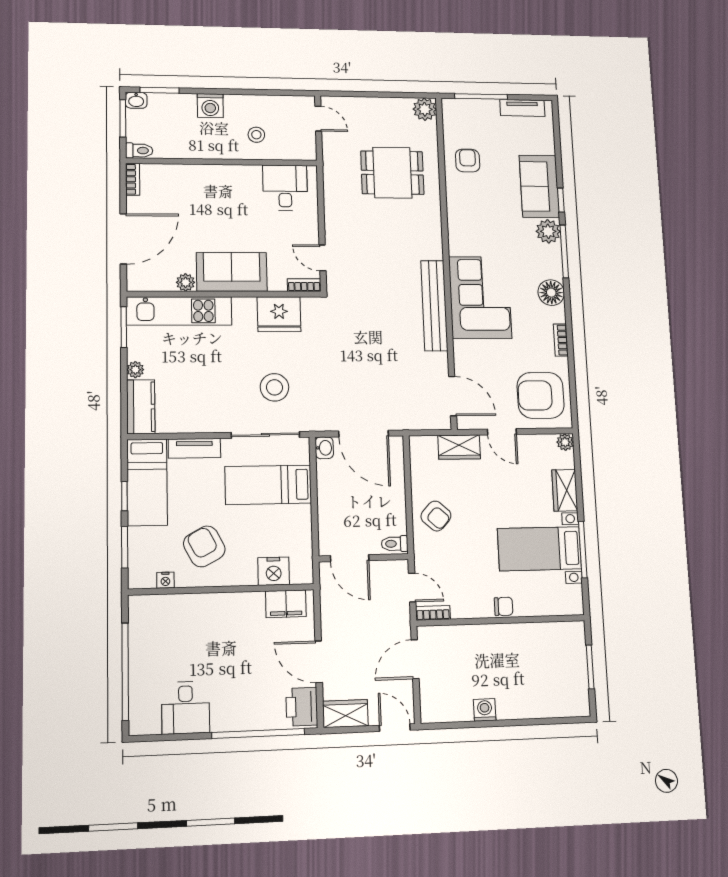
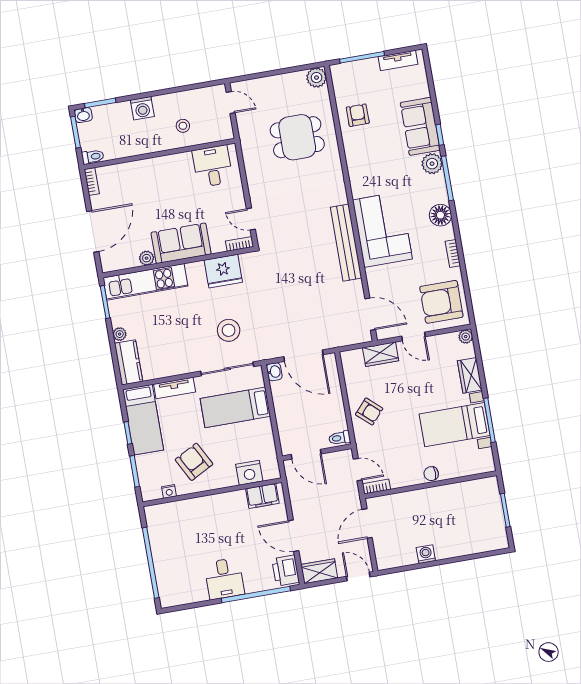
chair: (504, 606) -> (431, 474), turned 180
desk: (186, 708) -> (224, 579), moved

